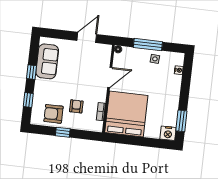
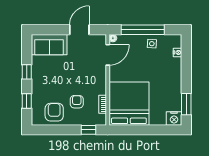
window: (148, 45) -> (143, 30), width x1.46
sofa: (47, 61) -> (49, 45), moved, turned 90
door: (110, 77) -> (108, 55), moved
armchair: (53, 114) -> (54, 112), turned 90
window: (63, 132) -> (88, 130), moved

